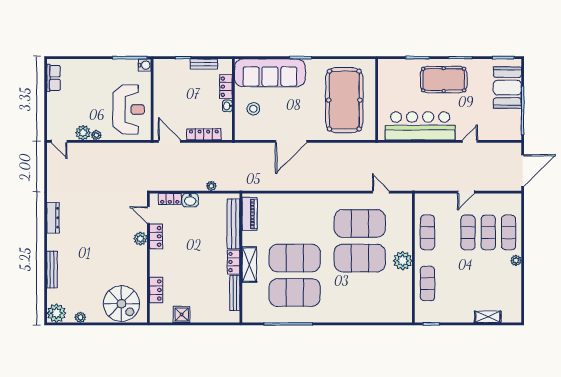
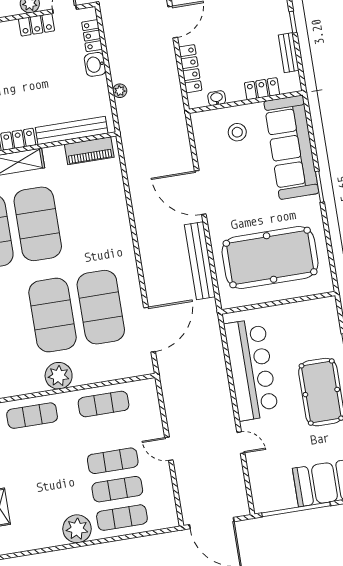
washbasin: (227, 106) -> (217, 98), moved
bench: (339, 149) -> (200, 261), added
door: (381, 192) -> (150, 330), width x1.87
plant: (516, 260) -> (77, 529), width x1.87, depth x1.87

